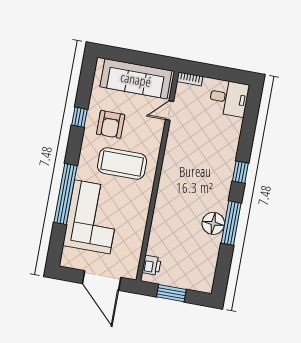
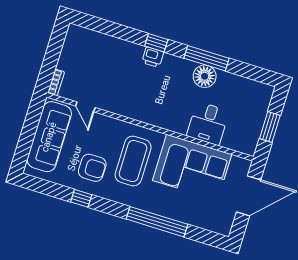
desk: (229, 98) -> (208, 123), moved, turned 180
corner sofa: (92, 217) -> (192, 167), moved, turned 180
printer: (152, 265) -> (153, 57), moved, turned 180

